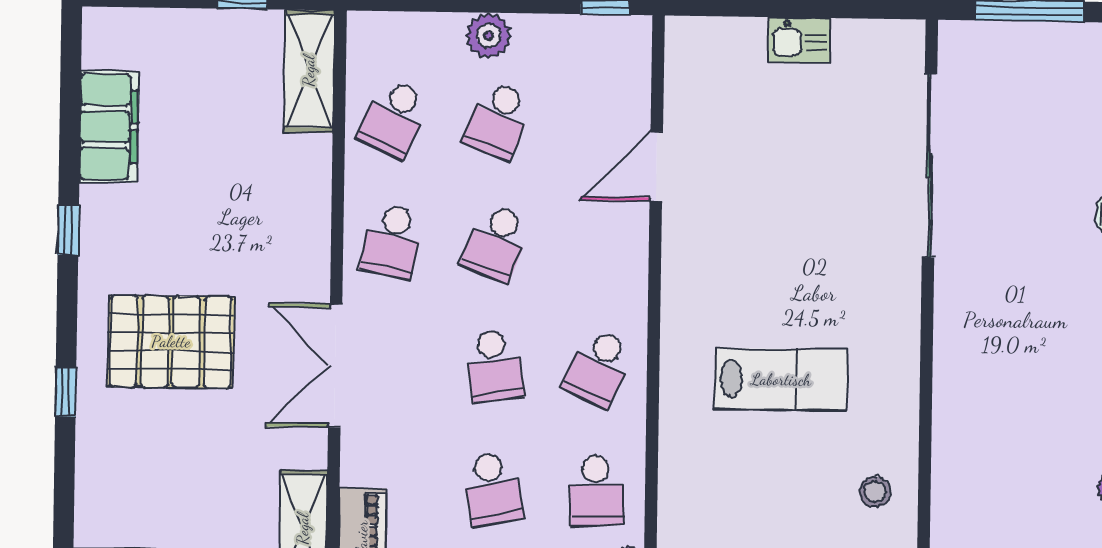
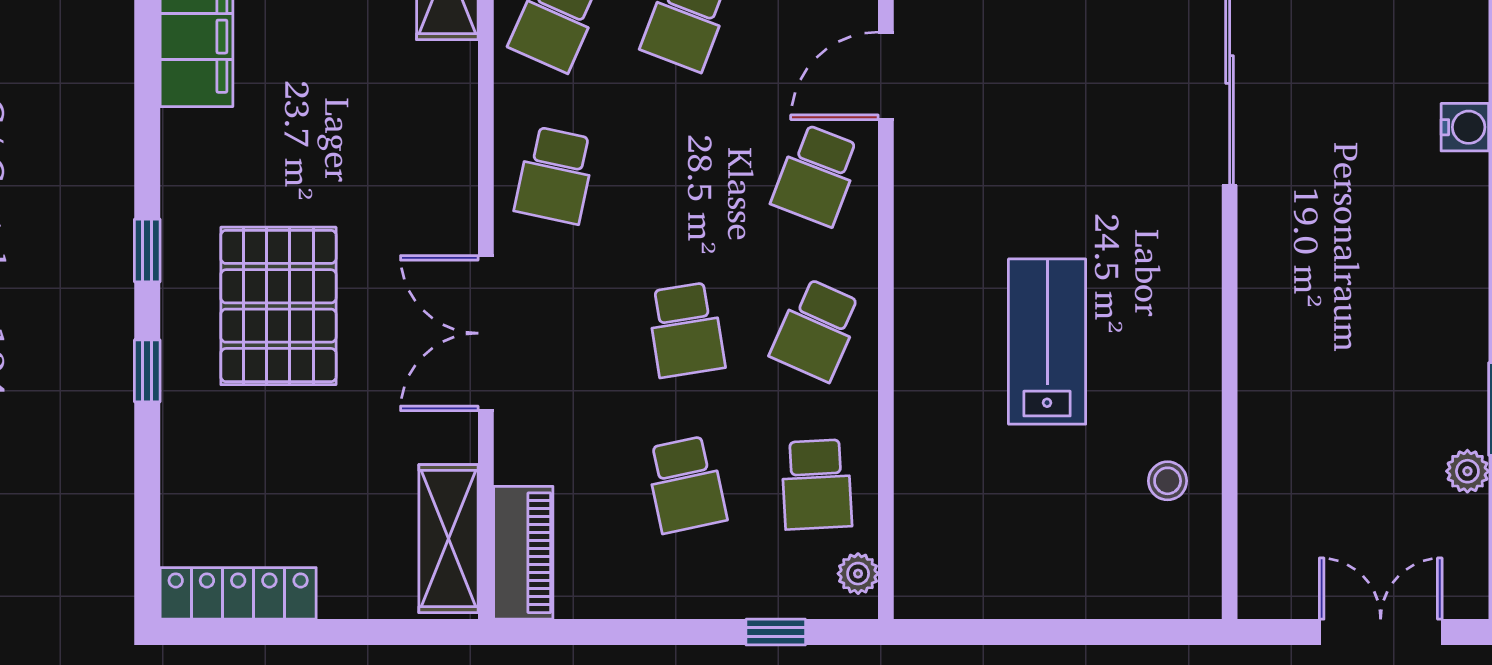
window: (68, 230) -> (147, 251), moved
school desk: (496, 243) -> (817, 175), moved
pallet: (171, 342) -> (278, 306), turned 90
lab bench: (781, 380) -> (1047, 342), turned -90

